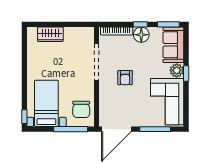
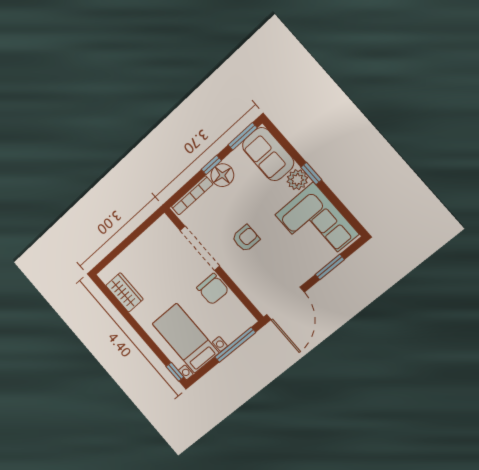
wardrobe: (50, 34) -> (124, 292), moved, turned -90
armchair: (125, 78) -> (246, 238), turned -90
chair: (81, 109) -> (213, 289), moved
window: (155, 129) -> (330, 267), width x0.69

